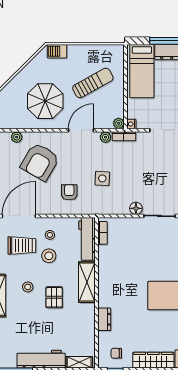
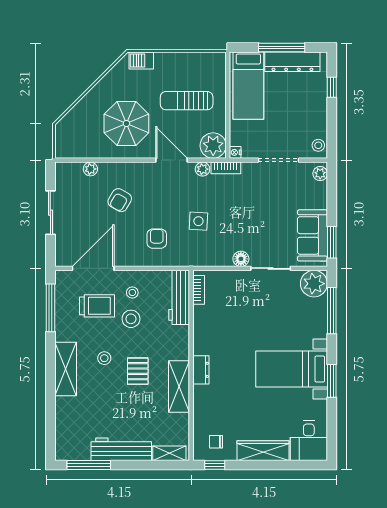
sun lounger: (93, 83) -> (187, 101), turned -151
plant: (119, 123) -> (213, 146), width x1.88, depth x1.88
door: (81, 130) -> (172, 160), hinge flipped
armchair: (40, 162) -> (120, 200), width x0.53, depth x0.53
shelving: (87, 282) -> (179, 386), moved
dresser: (104, 319) -> (201, 370), moved

